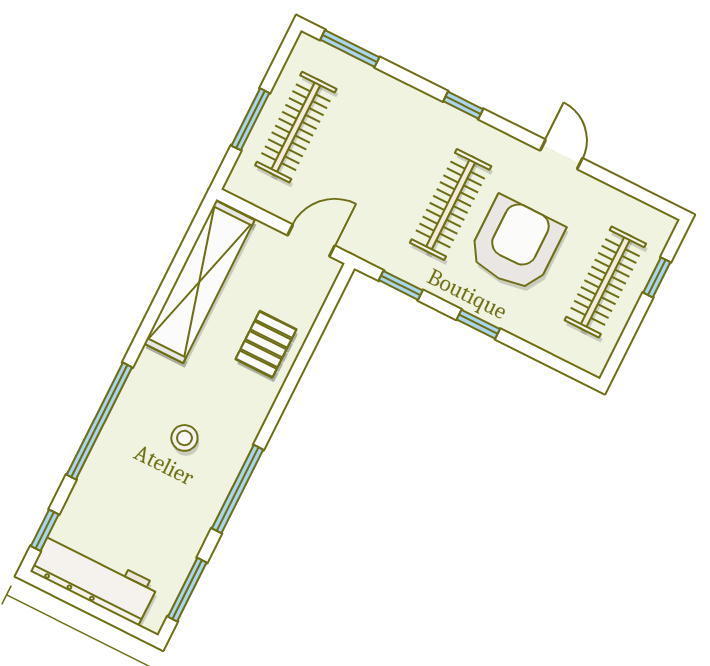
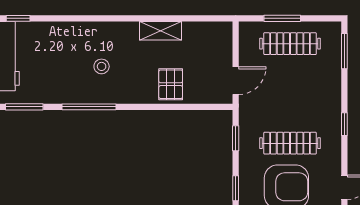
door: (311, 240) -> (236, 81), hinge flipped
shelving: (199, 282) -> (161, 31), width x0.45, depth x0.75
pallet: (266, 344) -> (171, 84), turned 90
window: (99, 421) -> (88, 18), removed

